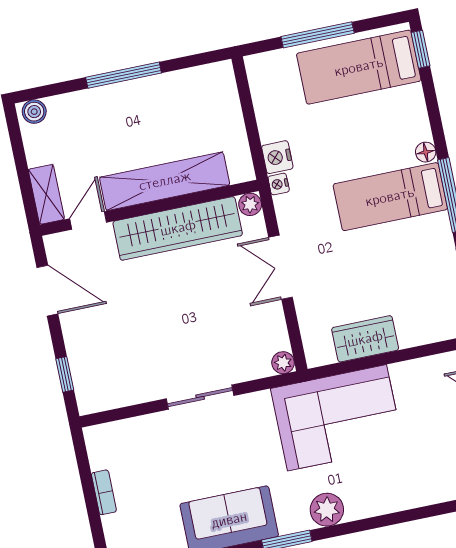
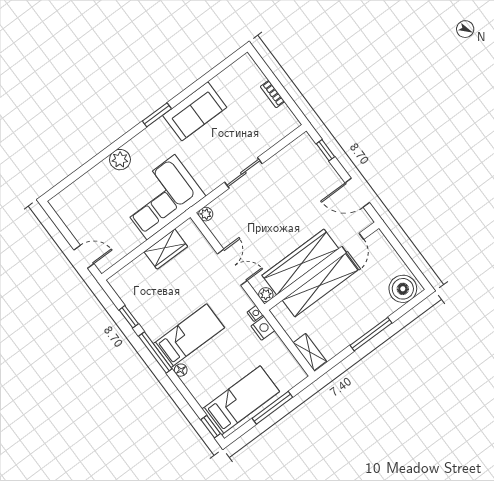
boiler: (34, 112) -> (403, 289), width x1.86, depth x1.86
shelving: (46, 194) -> (310, 352), moved
plant: (327, 510) -> (120, 160), moved

